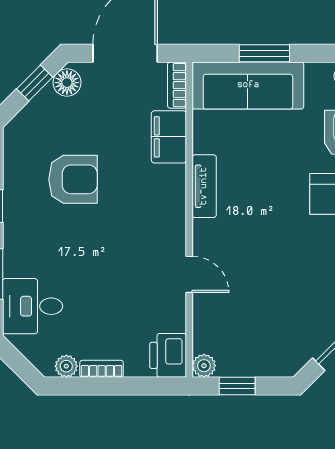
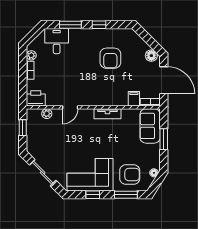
window: (35, 83) -> (151, 42), removed
sofa: (248, 85) -> (150, 126), width x0.73
filing cabinet: (169, 137) -> (134, 99), width x0.50
plant: (204, 366) -> (47, 114), moved

